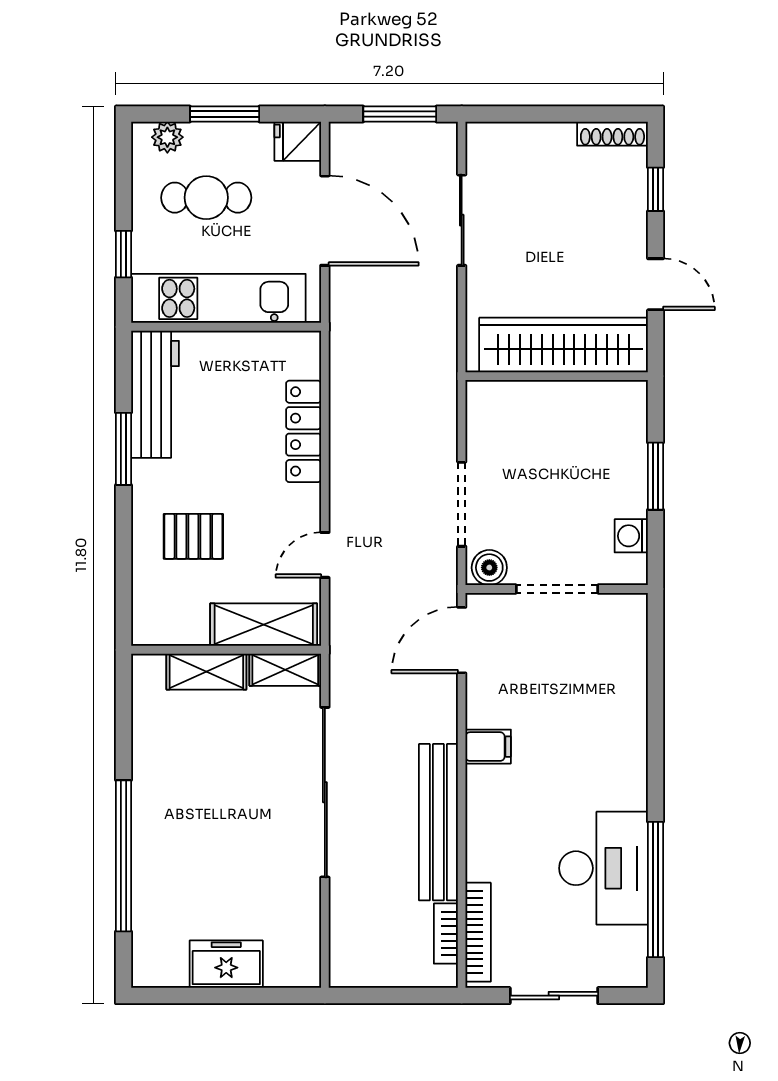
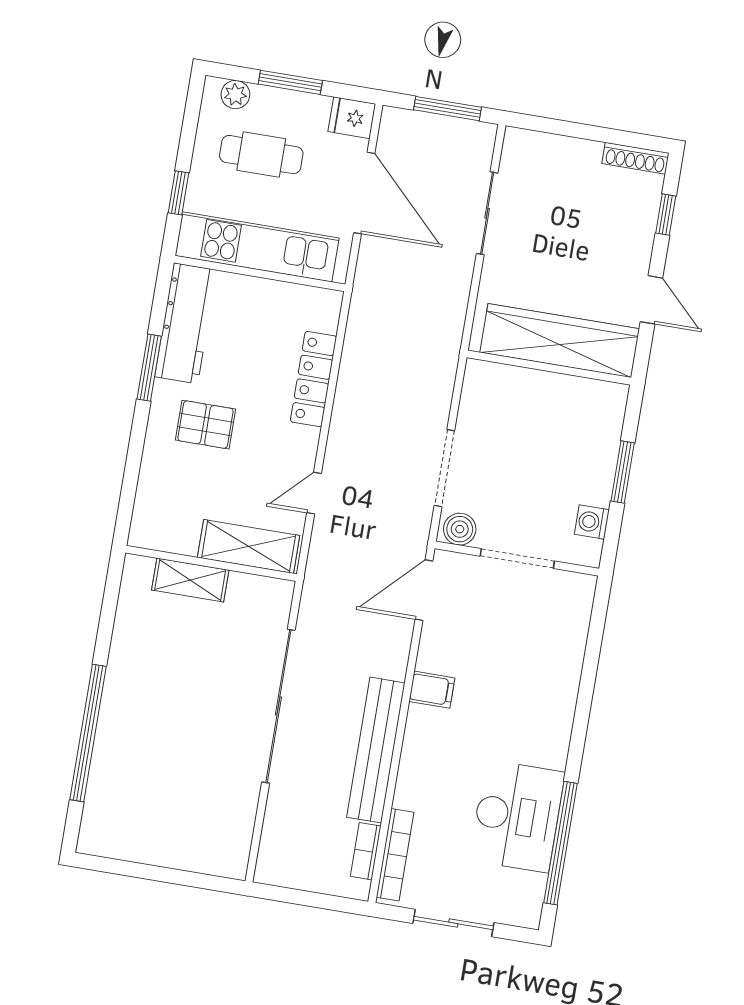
pallet: (193, 536) -> (205, 425), moved
shelving: (285, 670) -> (261, 590), removed
freezer: (226, 964) -> (164, 846), removed

